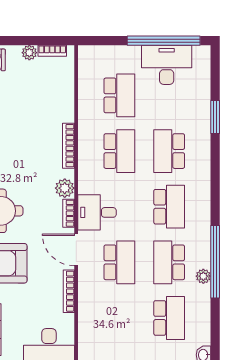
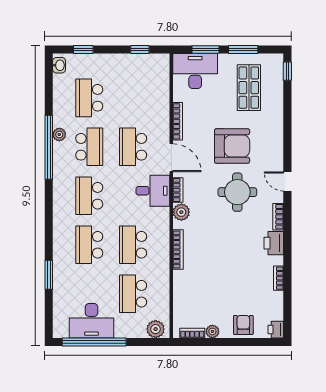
plant: (94, 55) -> (156, 329), added
school desk: (169, 151) -> (89, 245), turned 180

